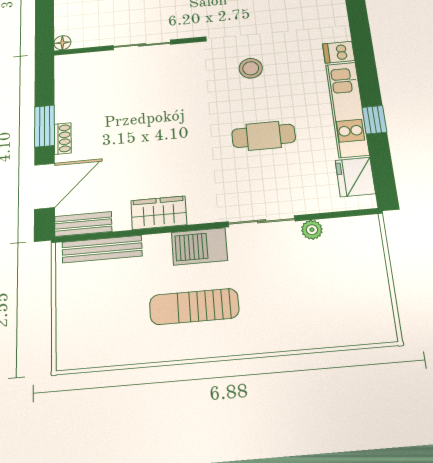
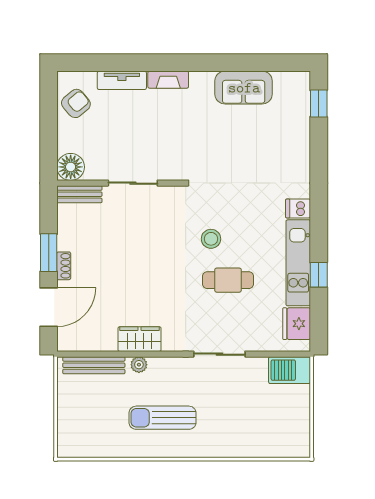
floor lamp: (62, 43) -> (71, 167), width x1.89, depth x1.89
stool: (251, 68) -> (211, 239), moved
bench: (83, 224) -> (79, 194), moved
plant: (312, 230) -> (139, 365), moved
barbecue: (199, 246) -> (290, 370), moved

